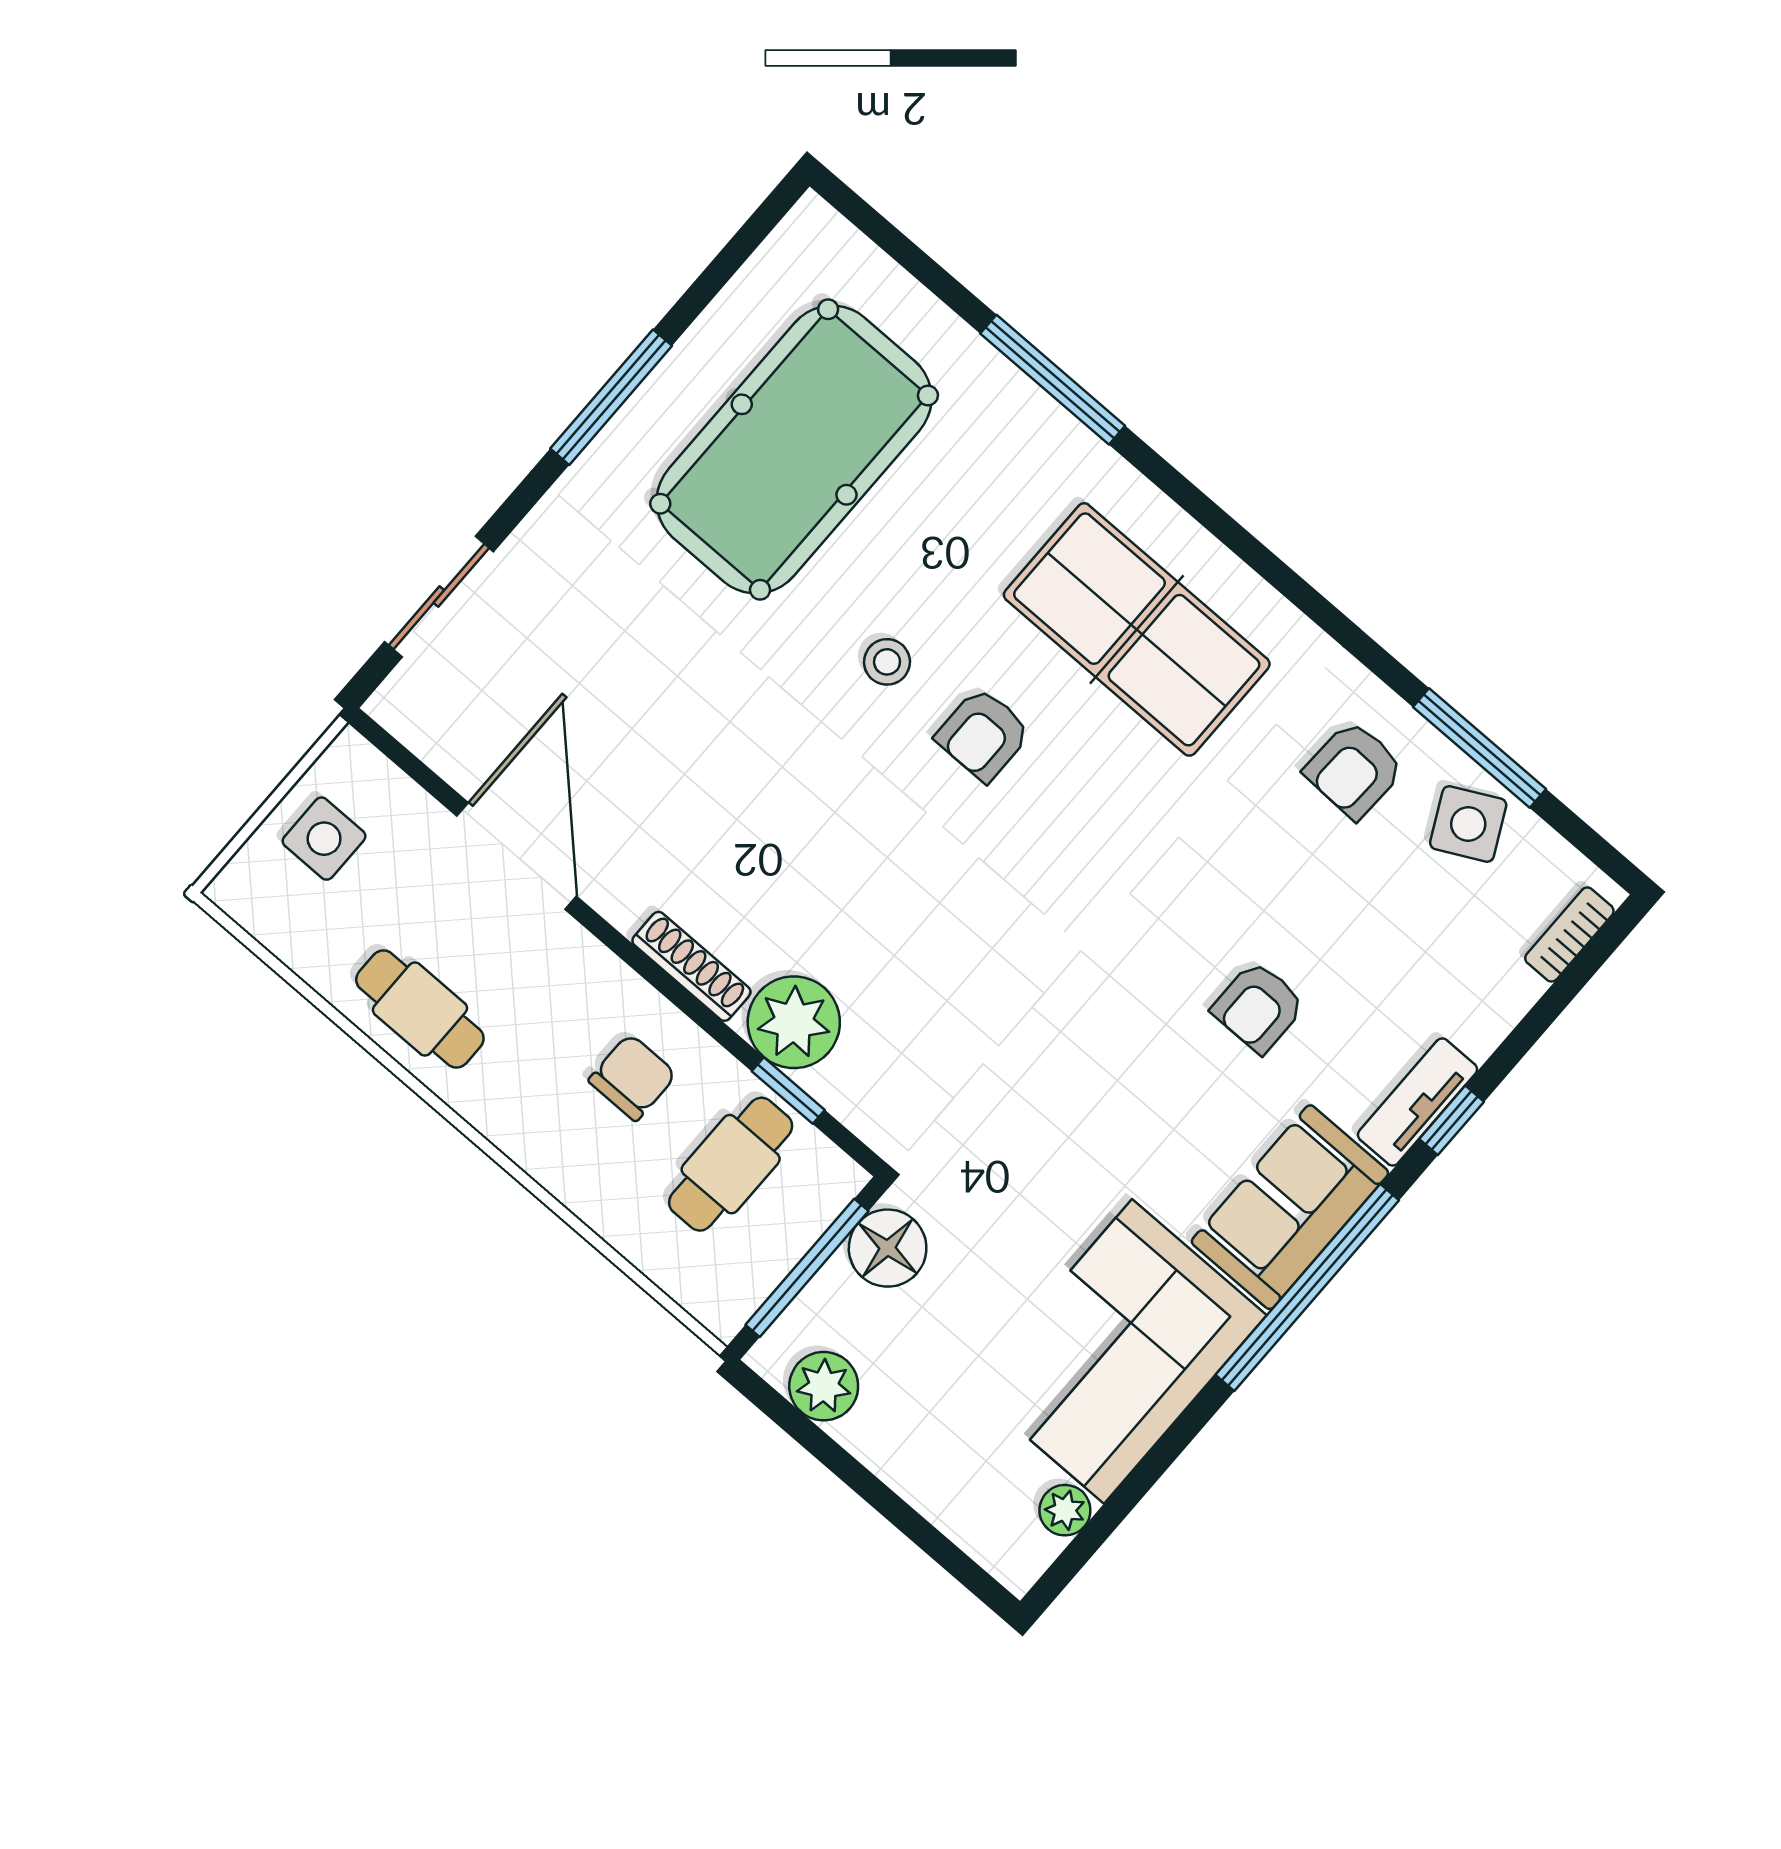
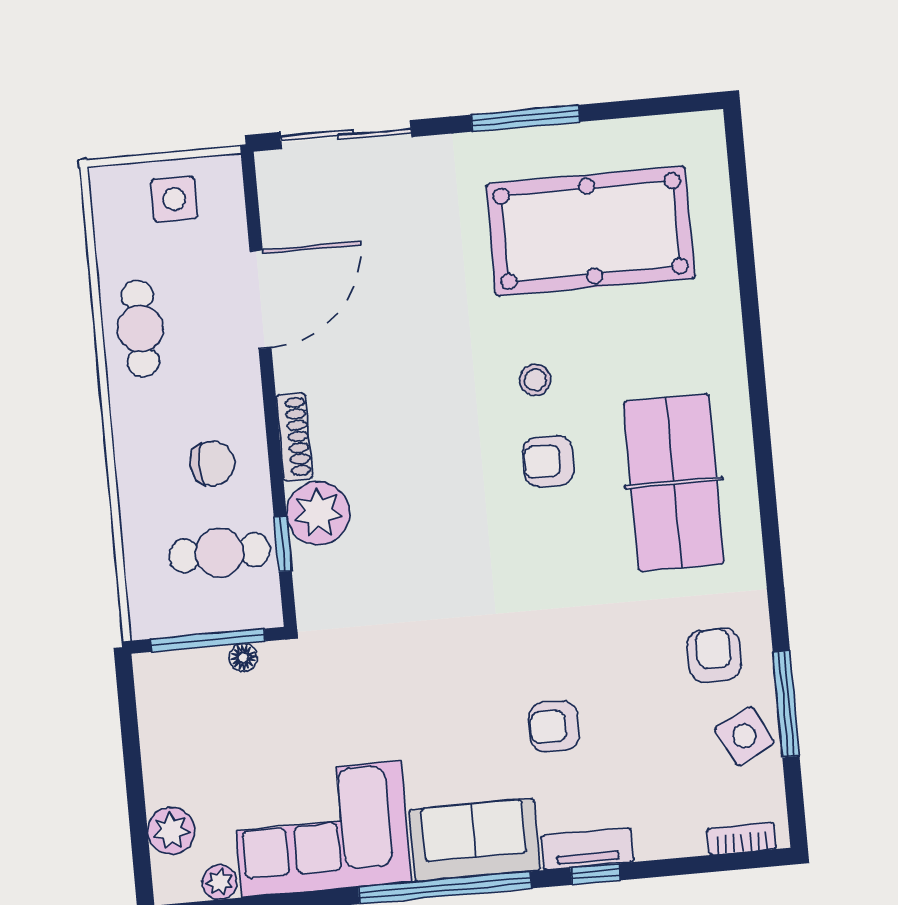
window: (1053, 380) -> (751, 320), removed
sliding door: (439, 597) -> (346, 135), width x1.37
armchair: (1354, 770) -> (714, 655), turned 88
floor lamp: (888, 1248) -> (243, 658), width x0.53, depth x0.53
plant: (824, 1386) -> (171, 831), moved

